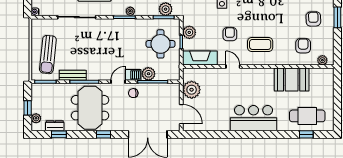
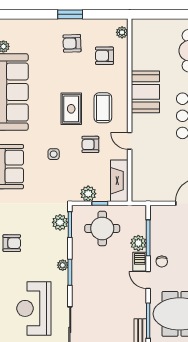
rug: (259, 18) -> (71, 109), added
door: (233, 67) -> (130, 141), hinge flipped
booth: (292, 80) -> (145, 92), moved
plant: (192, 90) -> (158, 191), removed

